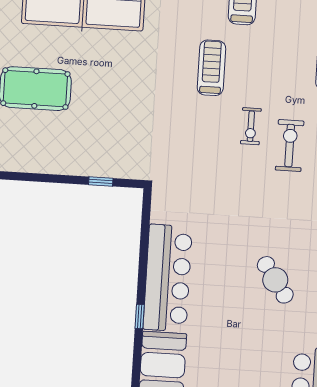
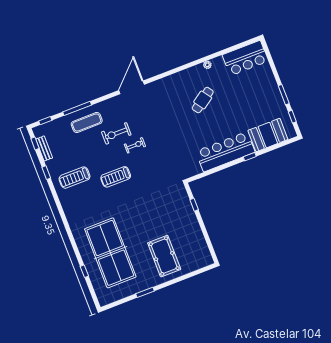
exercise bike: (290, 146) -> (116, 133), moved

